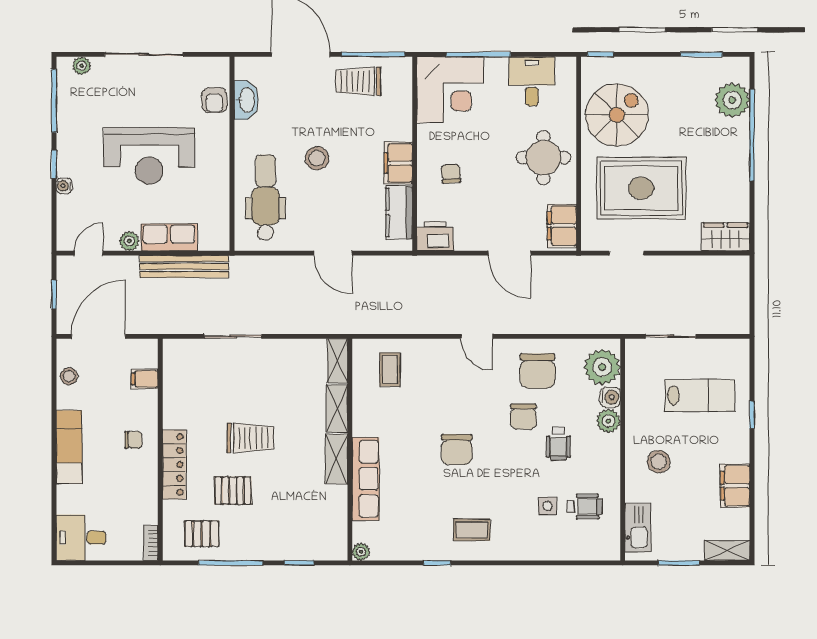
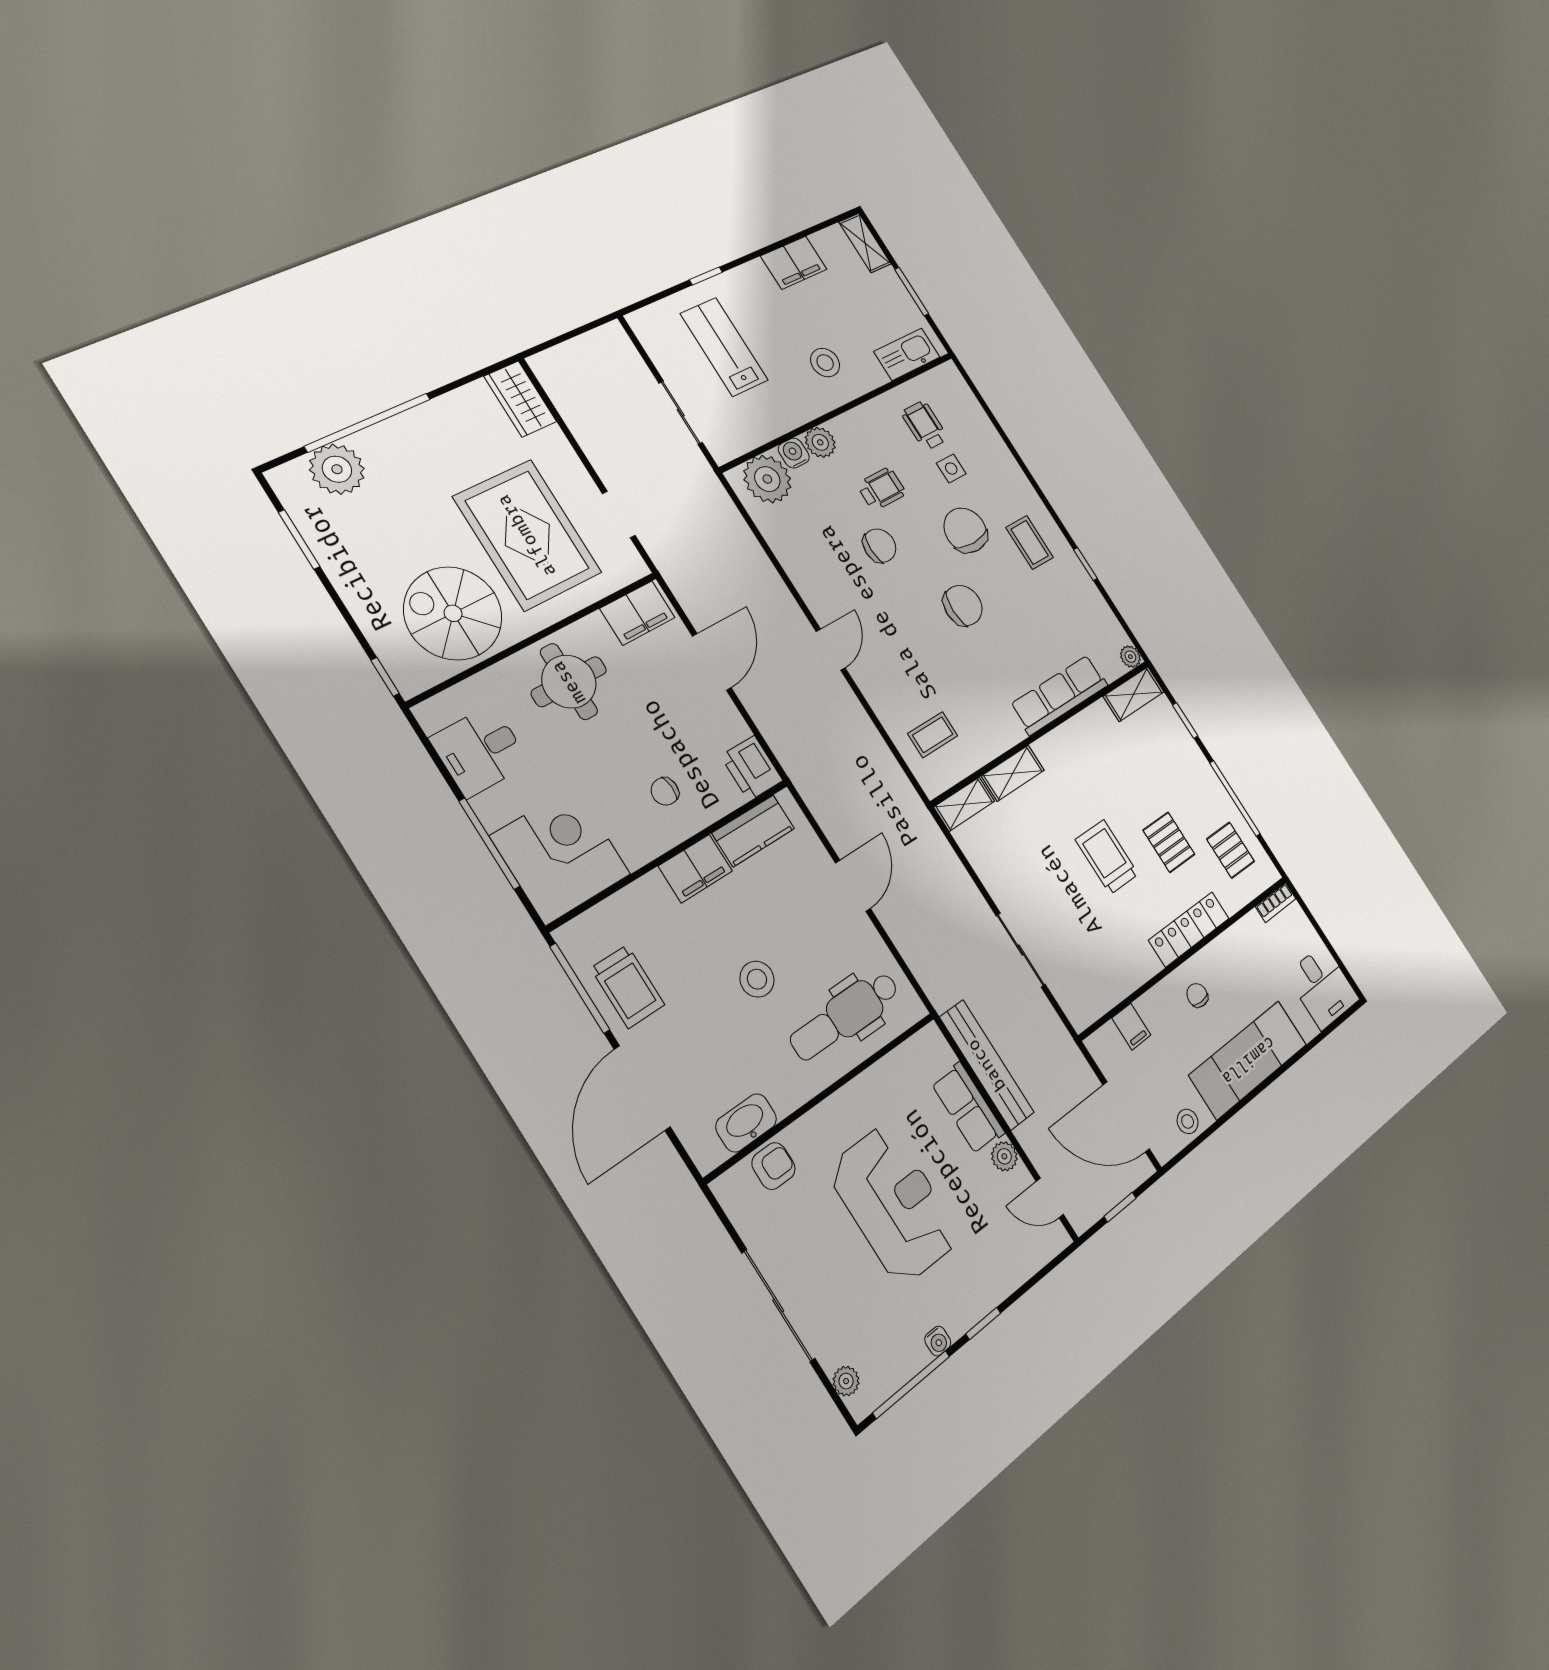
water cooler: (64, 186) -> (938, 1341), moved
chair: (538, 371) -> (965, 530), moved, turned -90
exam couch: (69, 447) -> (1248, 1060), width x1.36, depth x1.45
shelving: (336, 459) -> (1134, 694), moved

